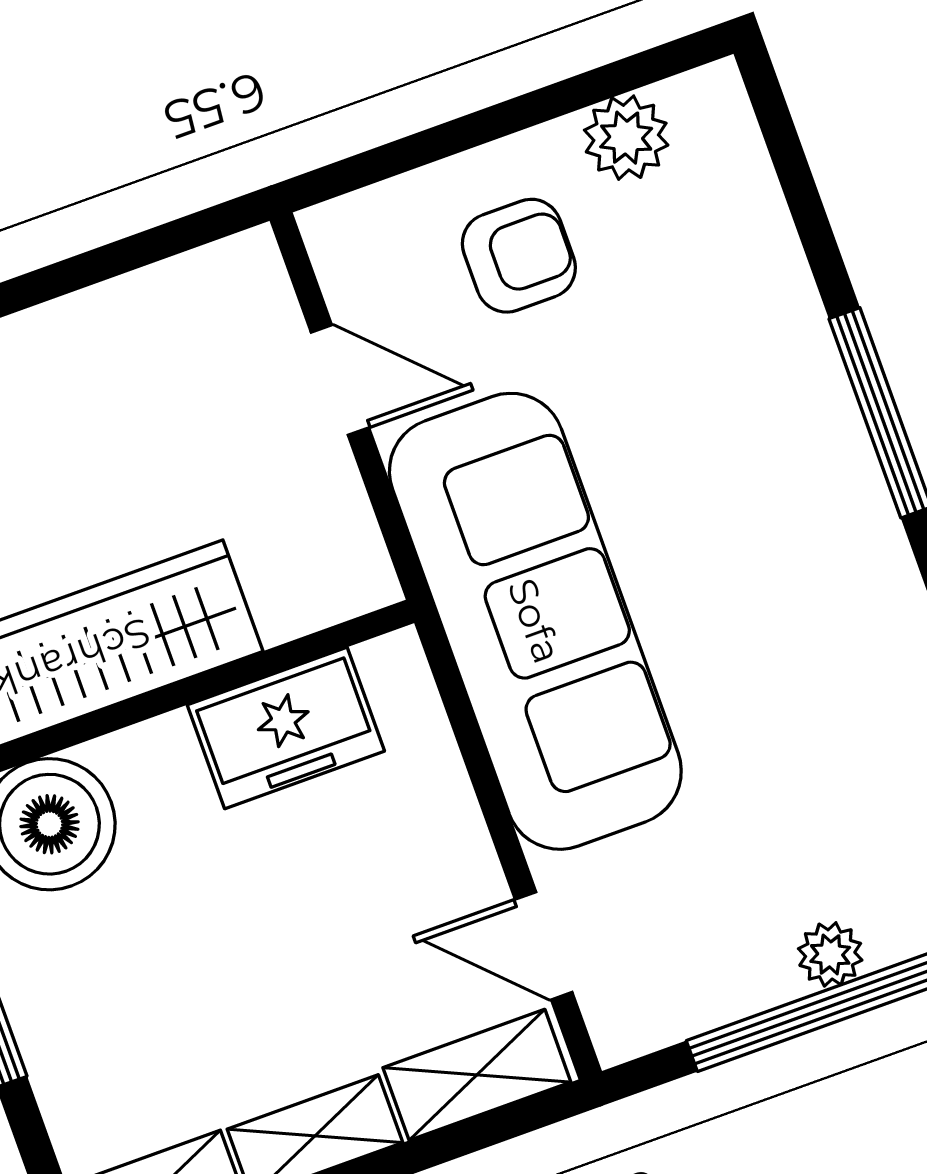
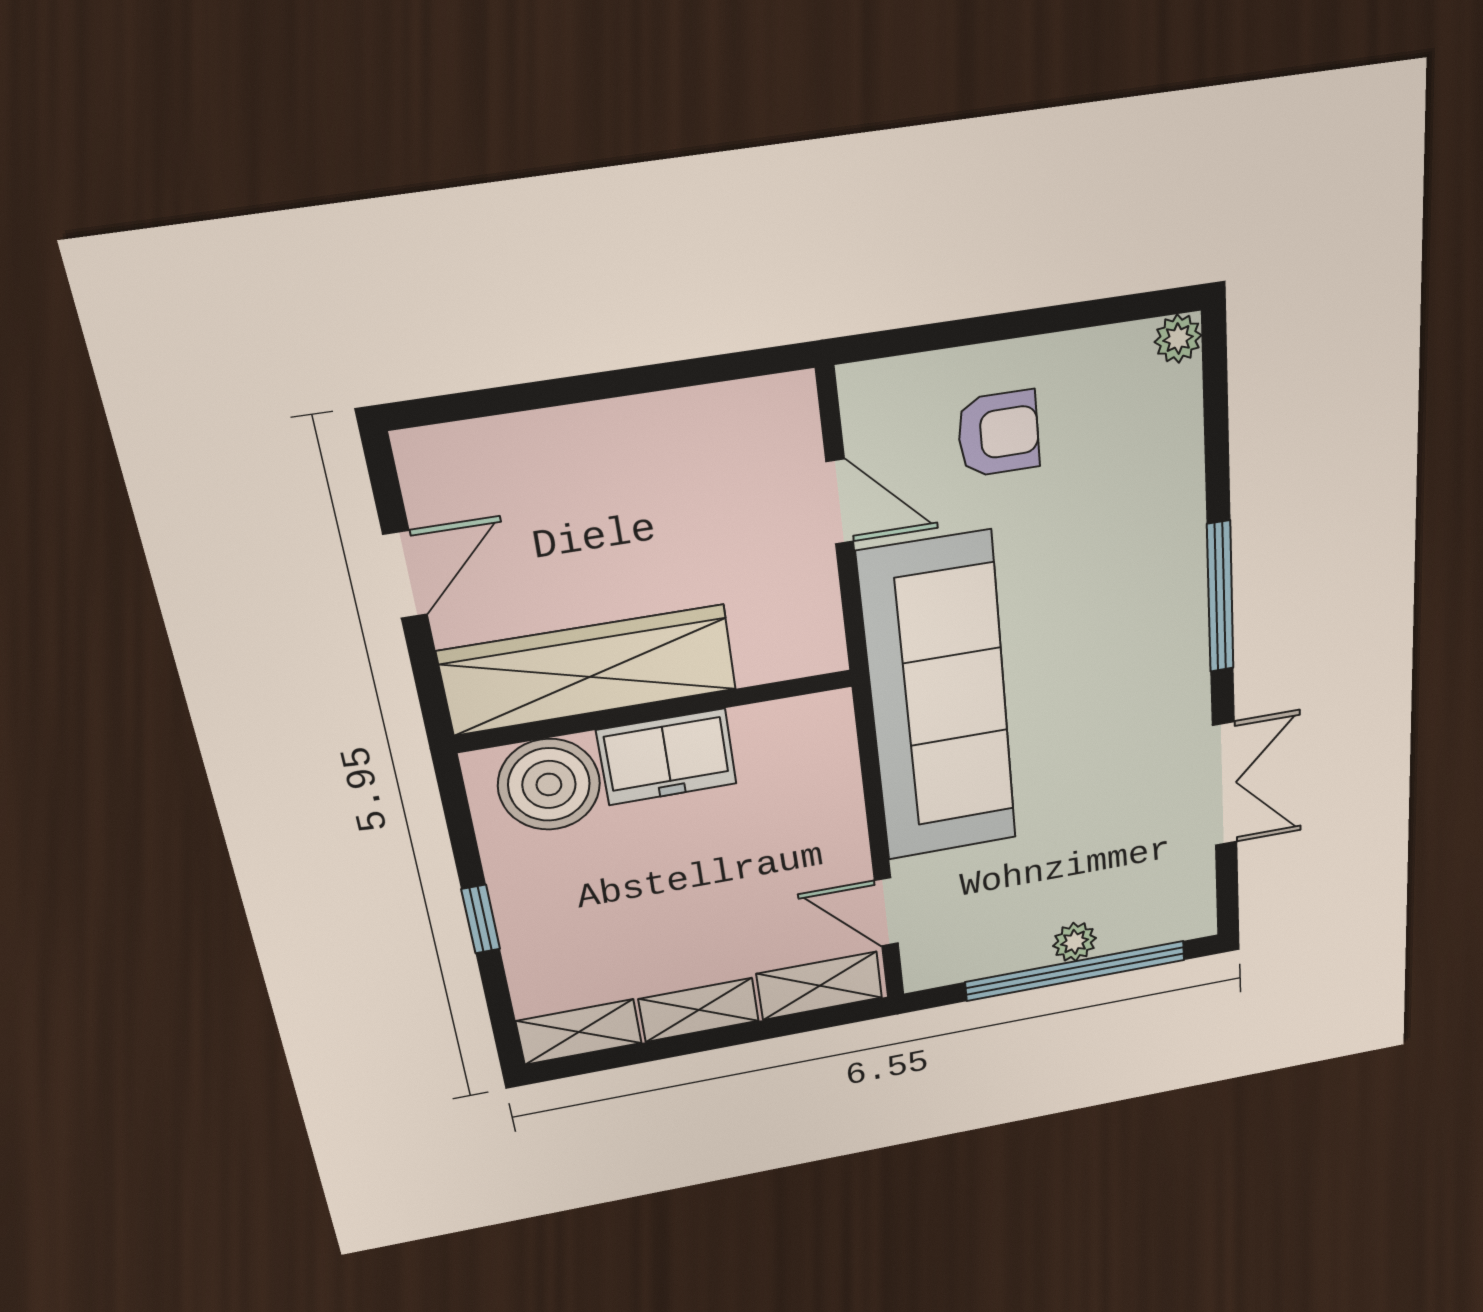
plant: (626, 138) -> (1178, 339), moved, width x0.73, depth x0.73
freezer: (286, 728) -> (667, 757), moved

